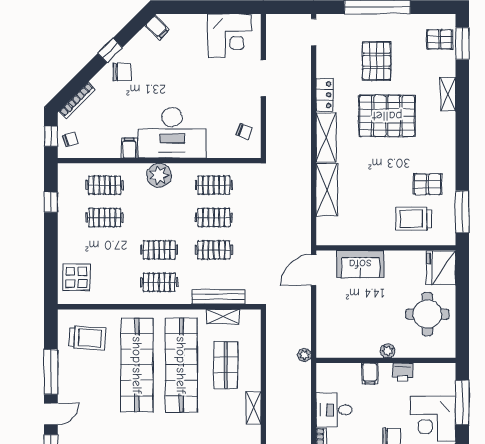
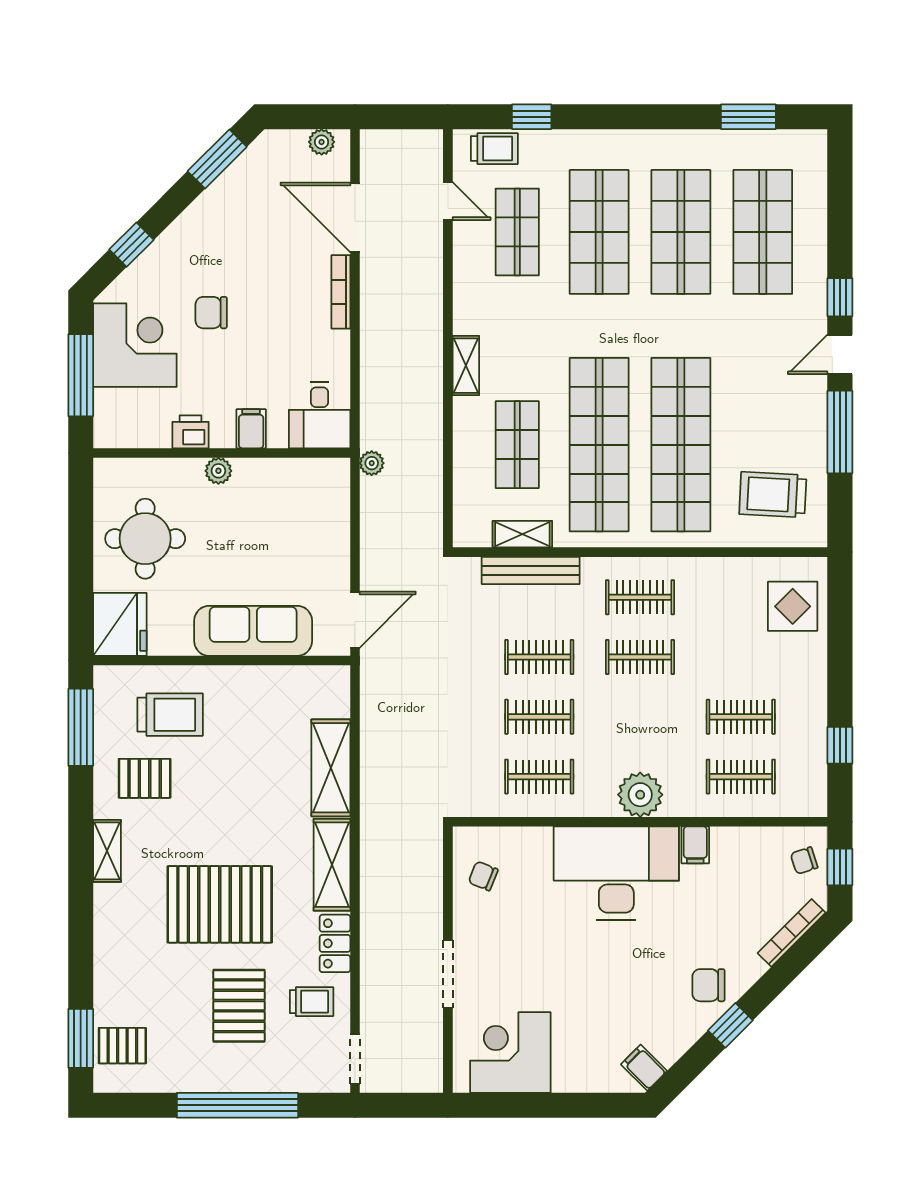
trolley: (337, 63) -> (312, 1002), added
shelving: (448, 94) -> (107, 851), moved
sofa: (360, 264) -> (253, 631), width x1.36
desk: (334, 410) -> (320, 415), moved, turned 90

